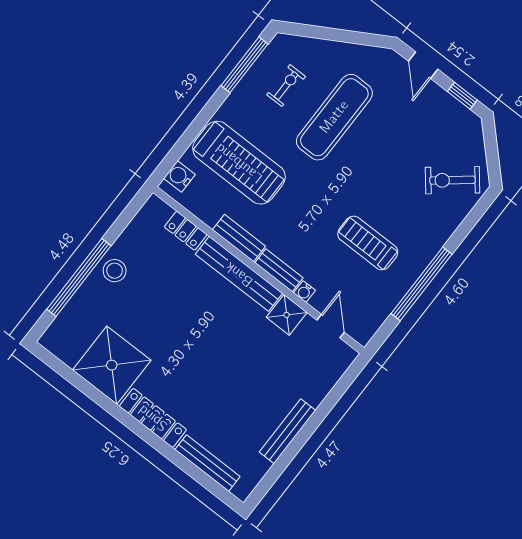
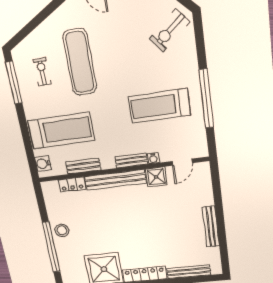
bench: (239, 238) -> (83, 166), moved
treadmill: (368, 243) -> (159, 106), width x1.37, depth x1.38
door: (331, 326) -> (182, 162), swing flipped

